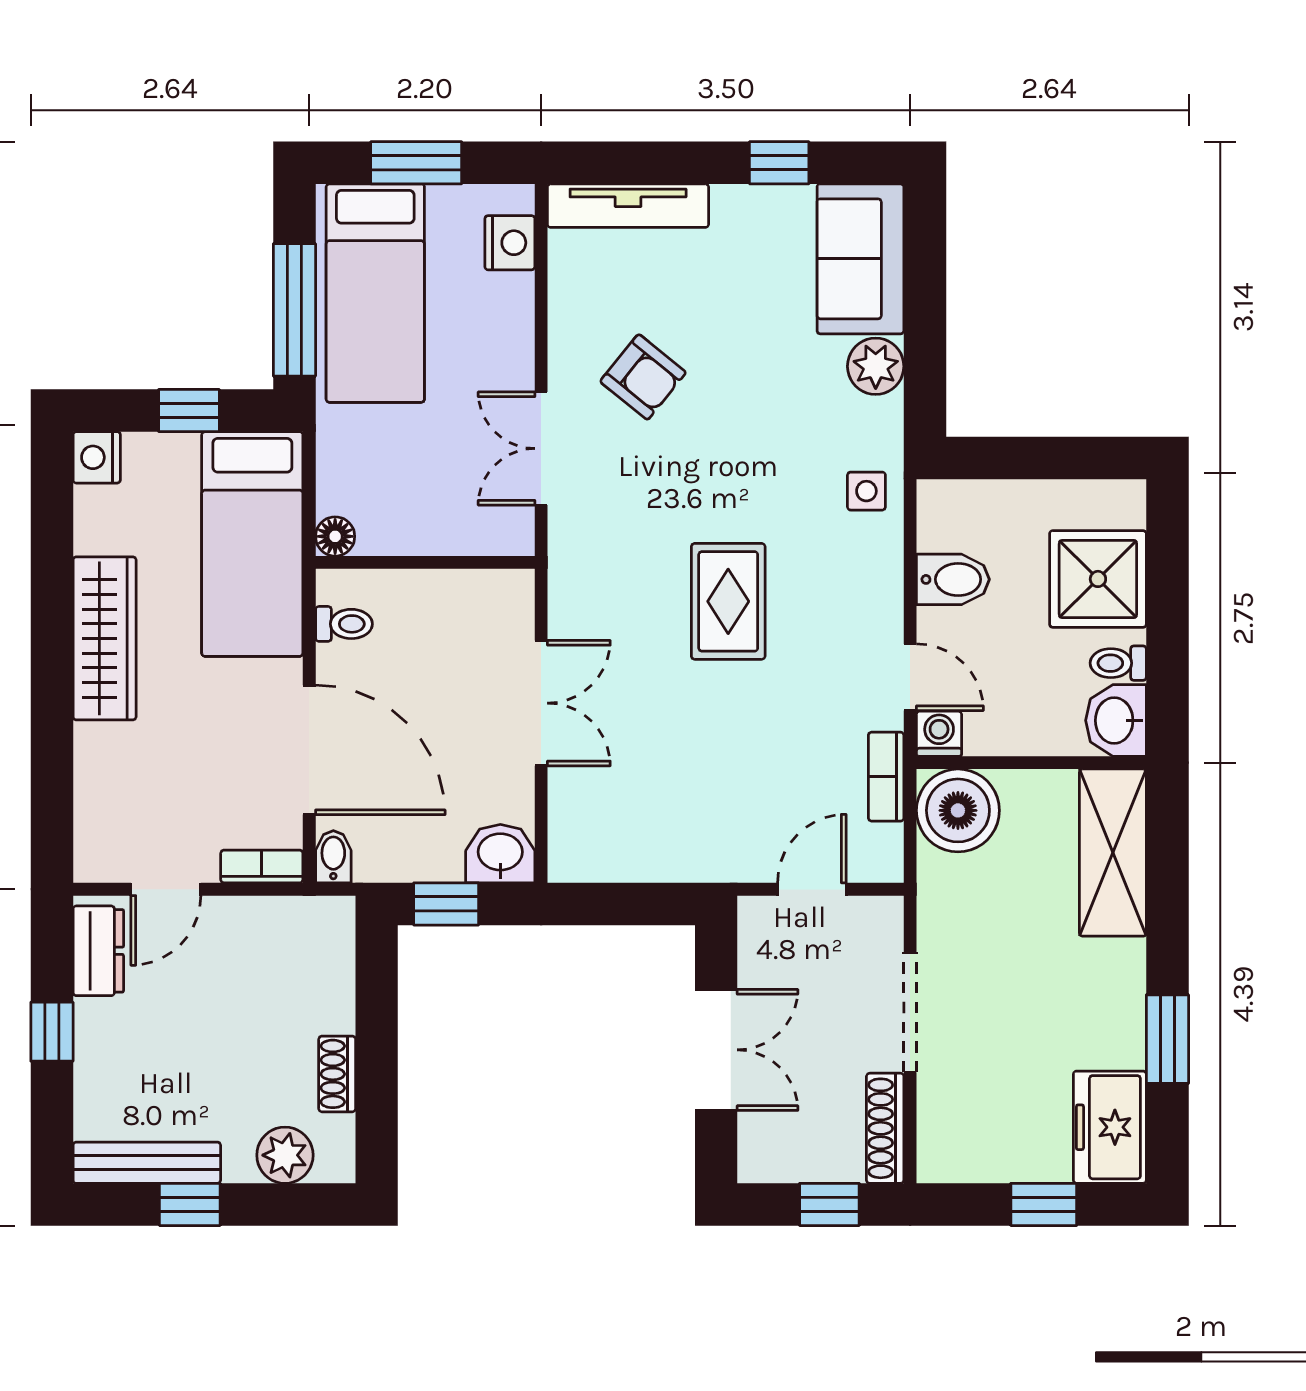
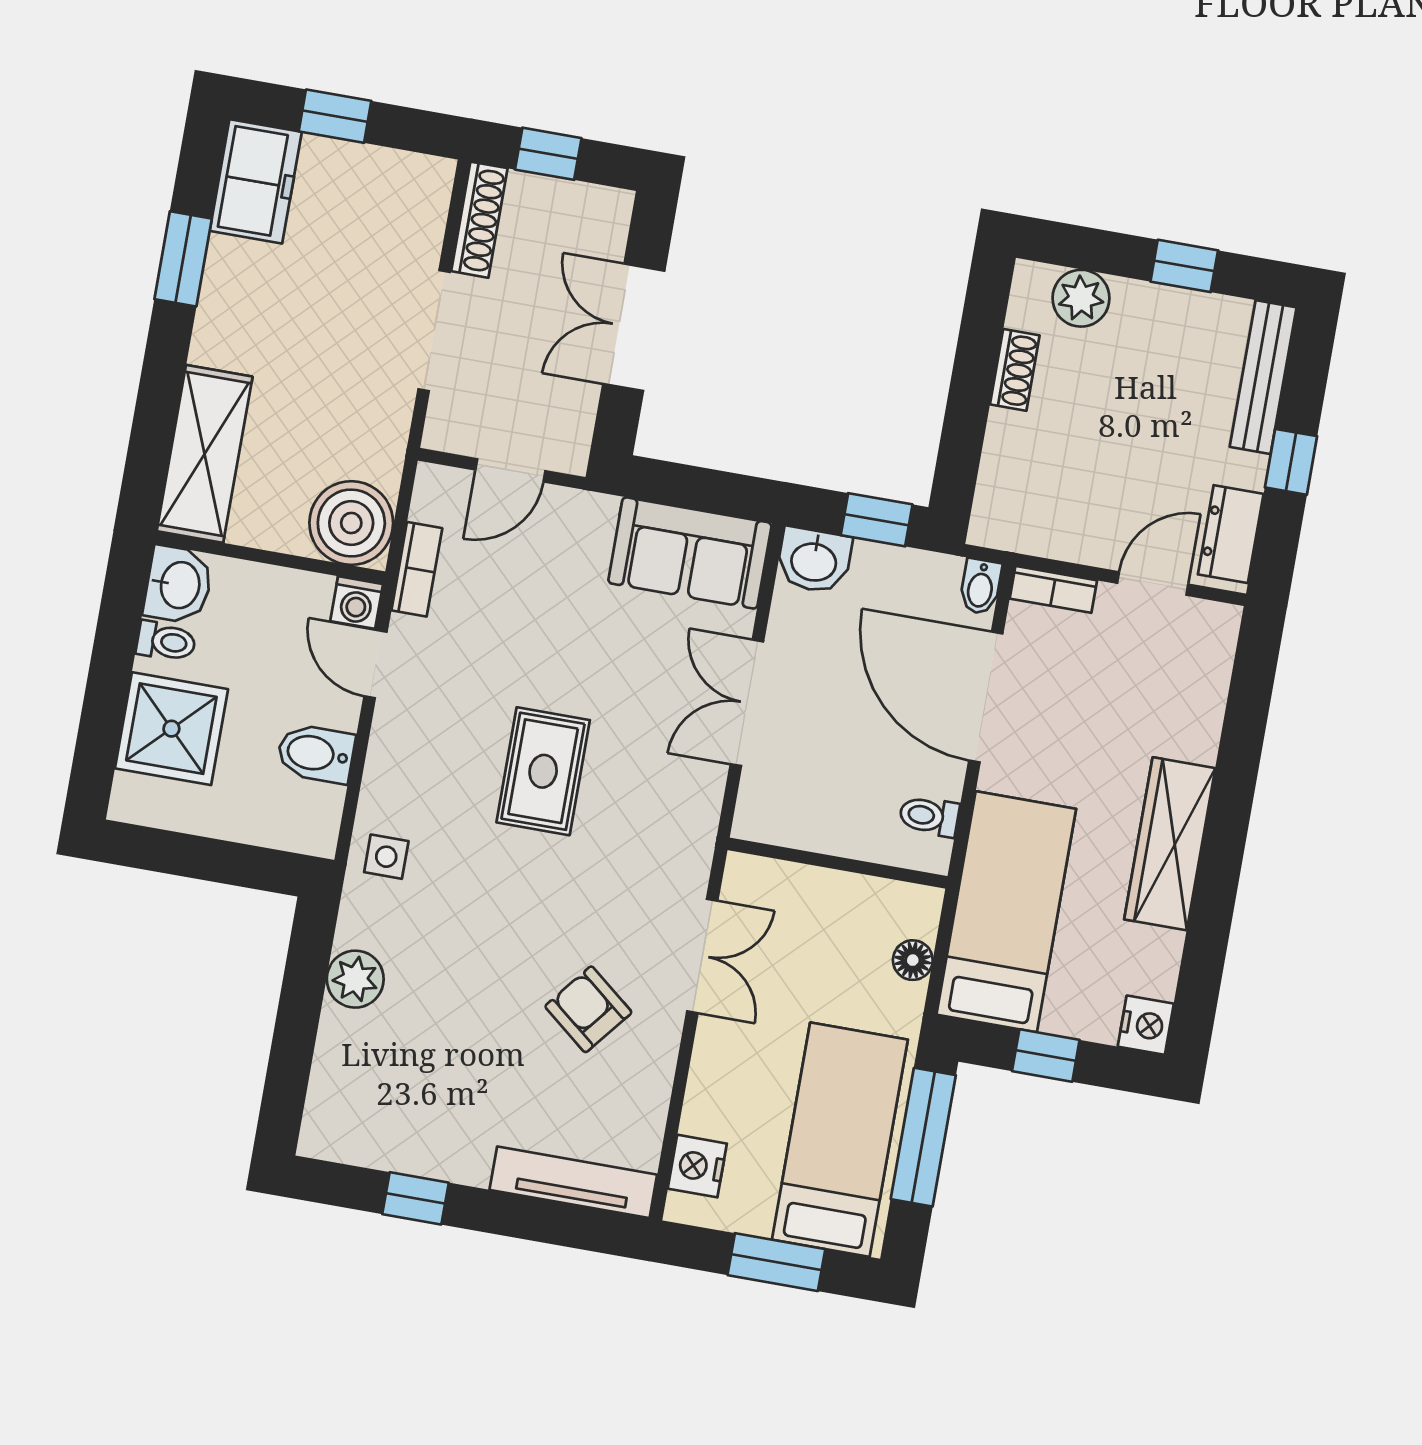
sofa: (860, 259) -> (690, 553), moved, turned 90
floor lamp: (335, 536) -> (913, 960), moved
bench: (147, 1163) -> (1263, 377), moved, turned 90

